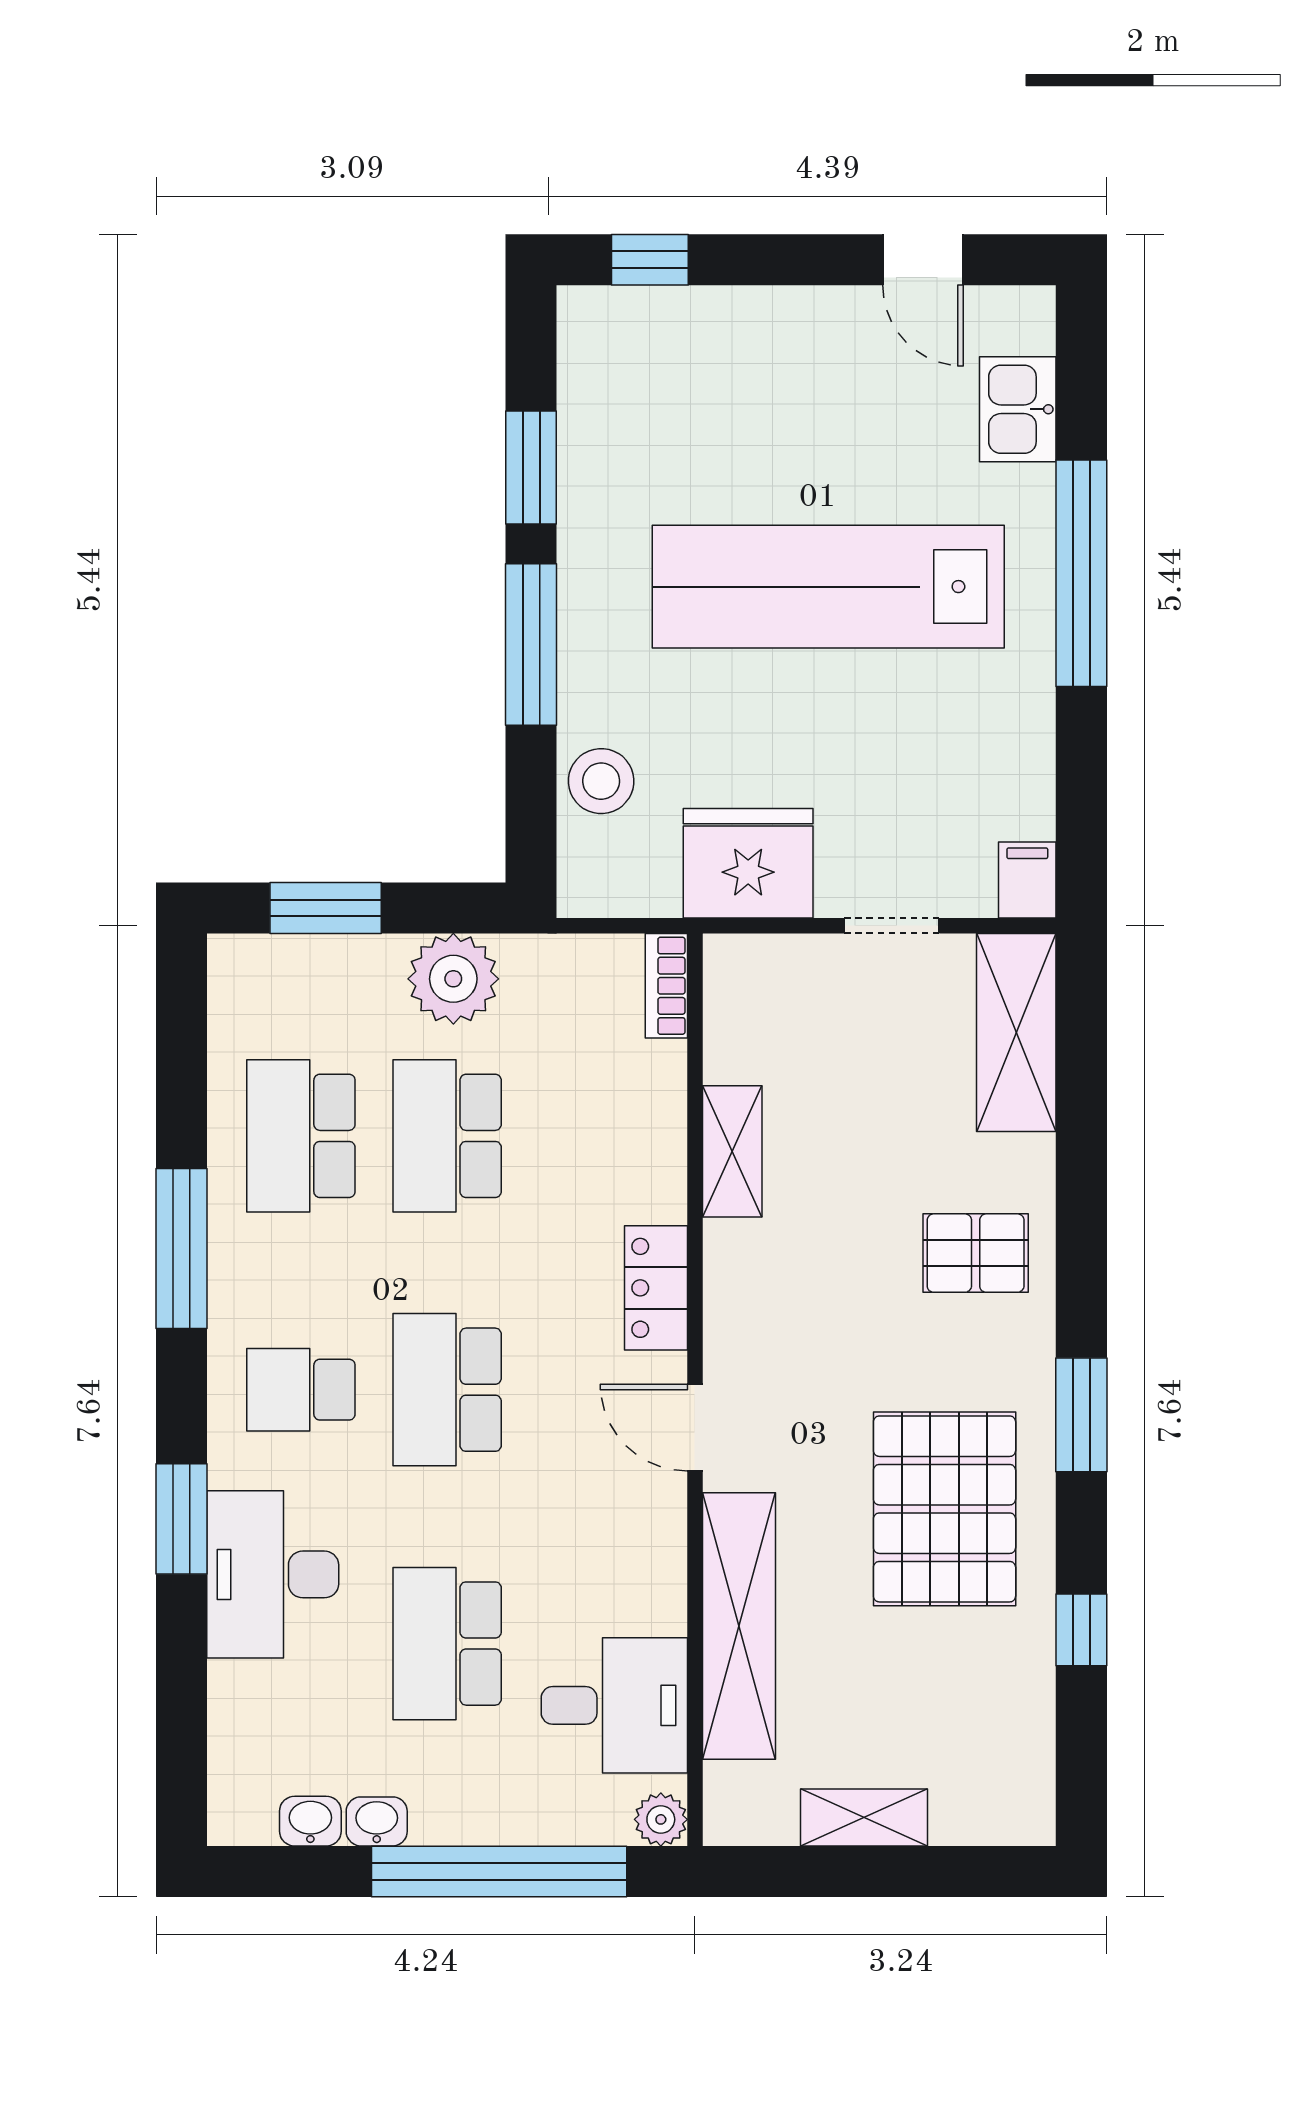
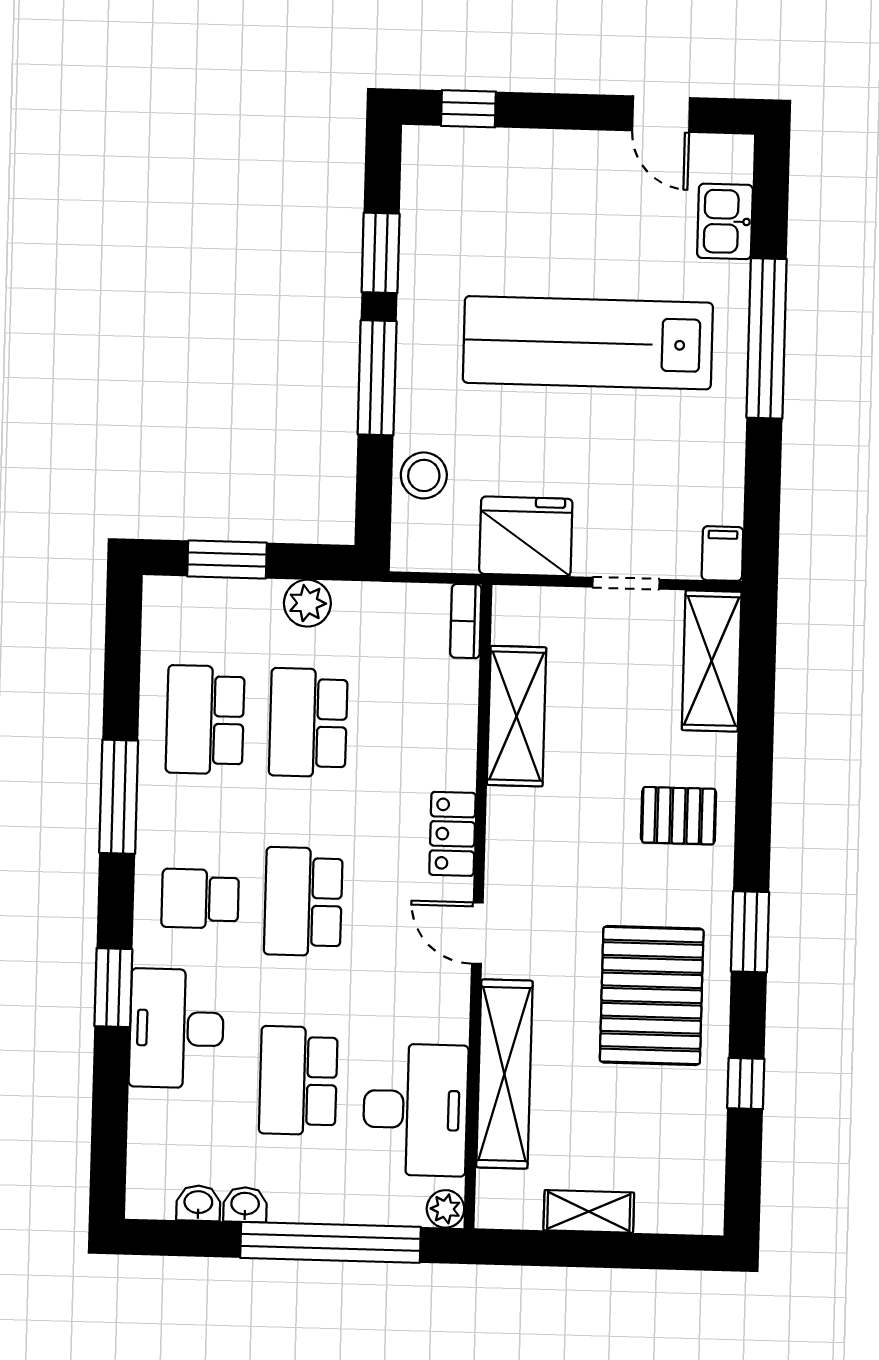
plant: (453, 979) -> (307, 603), width x0.73, depth x0.73
shelving: (732, 1151) -> (517, 716), width x1.50, depth x1.33
desk: (614, 1705) -> (415, 1110), width x1.37

